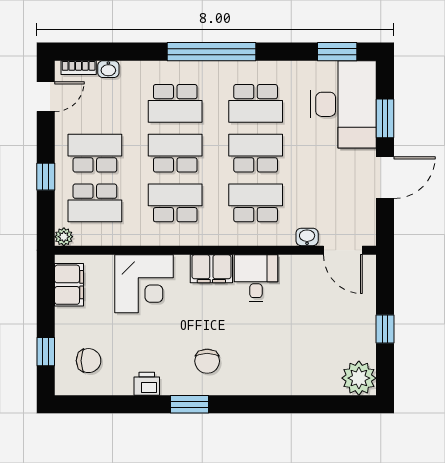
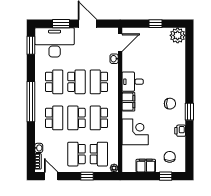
school desk: (256, 153) -> (77, 82), turned 180
filing cabinet: (69, 285) -> (146, 166), moved

